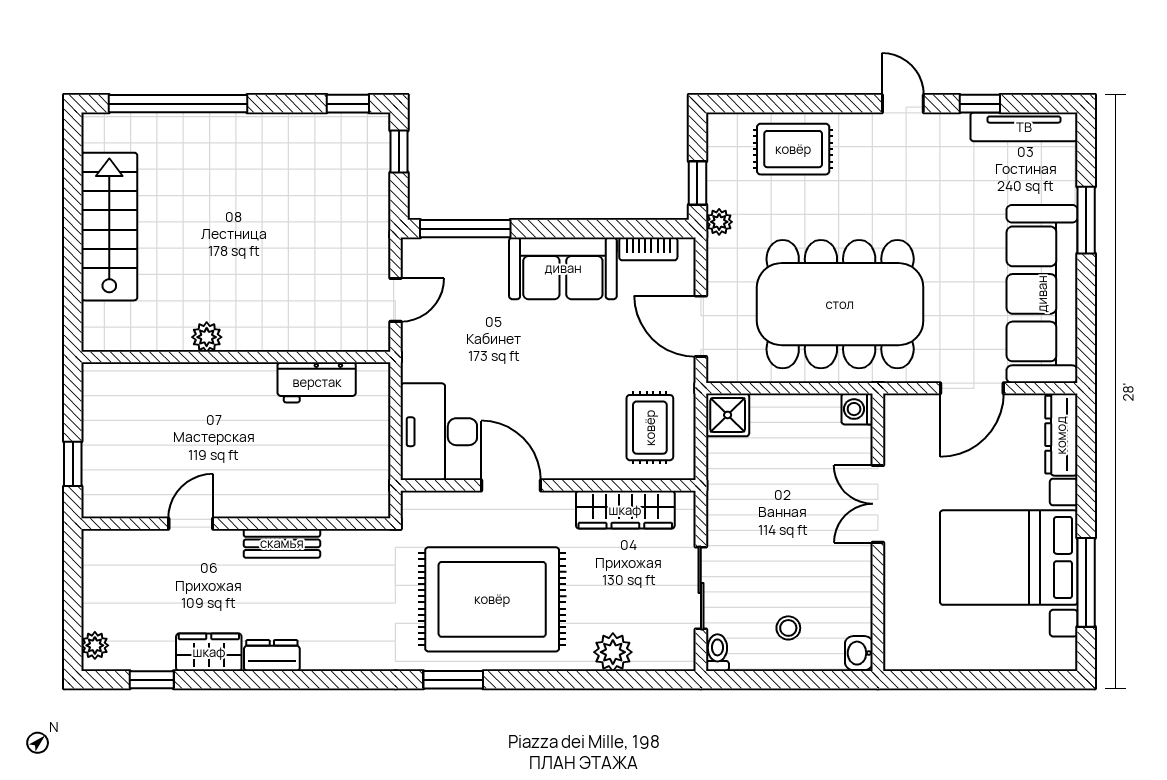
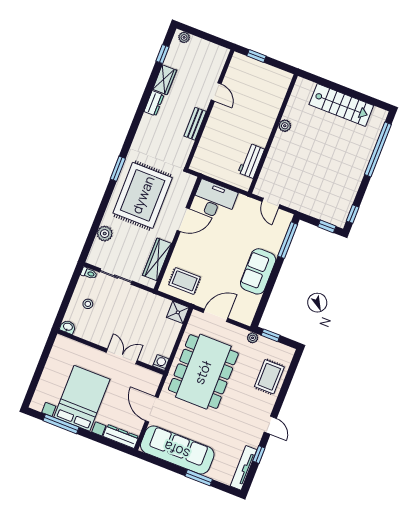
door: (903, 104) -> (270, 425), hinge flipped
bookcase: (648, 249) -> (253, 307), removed

